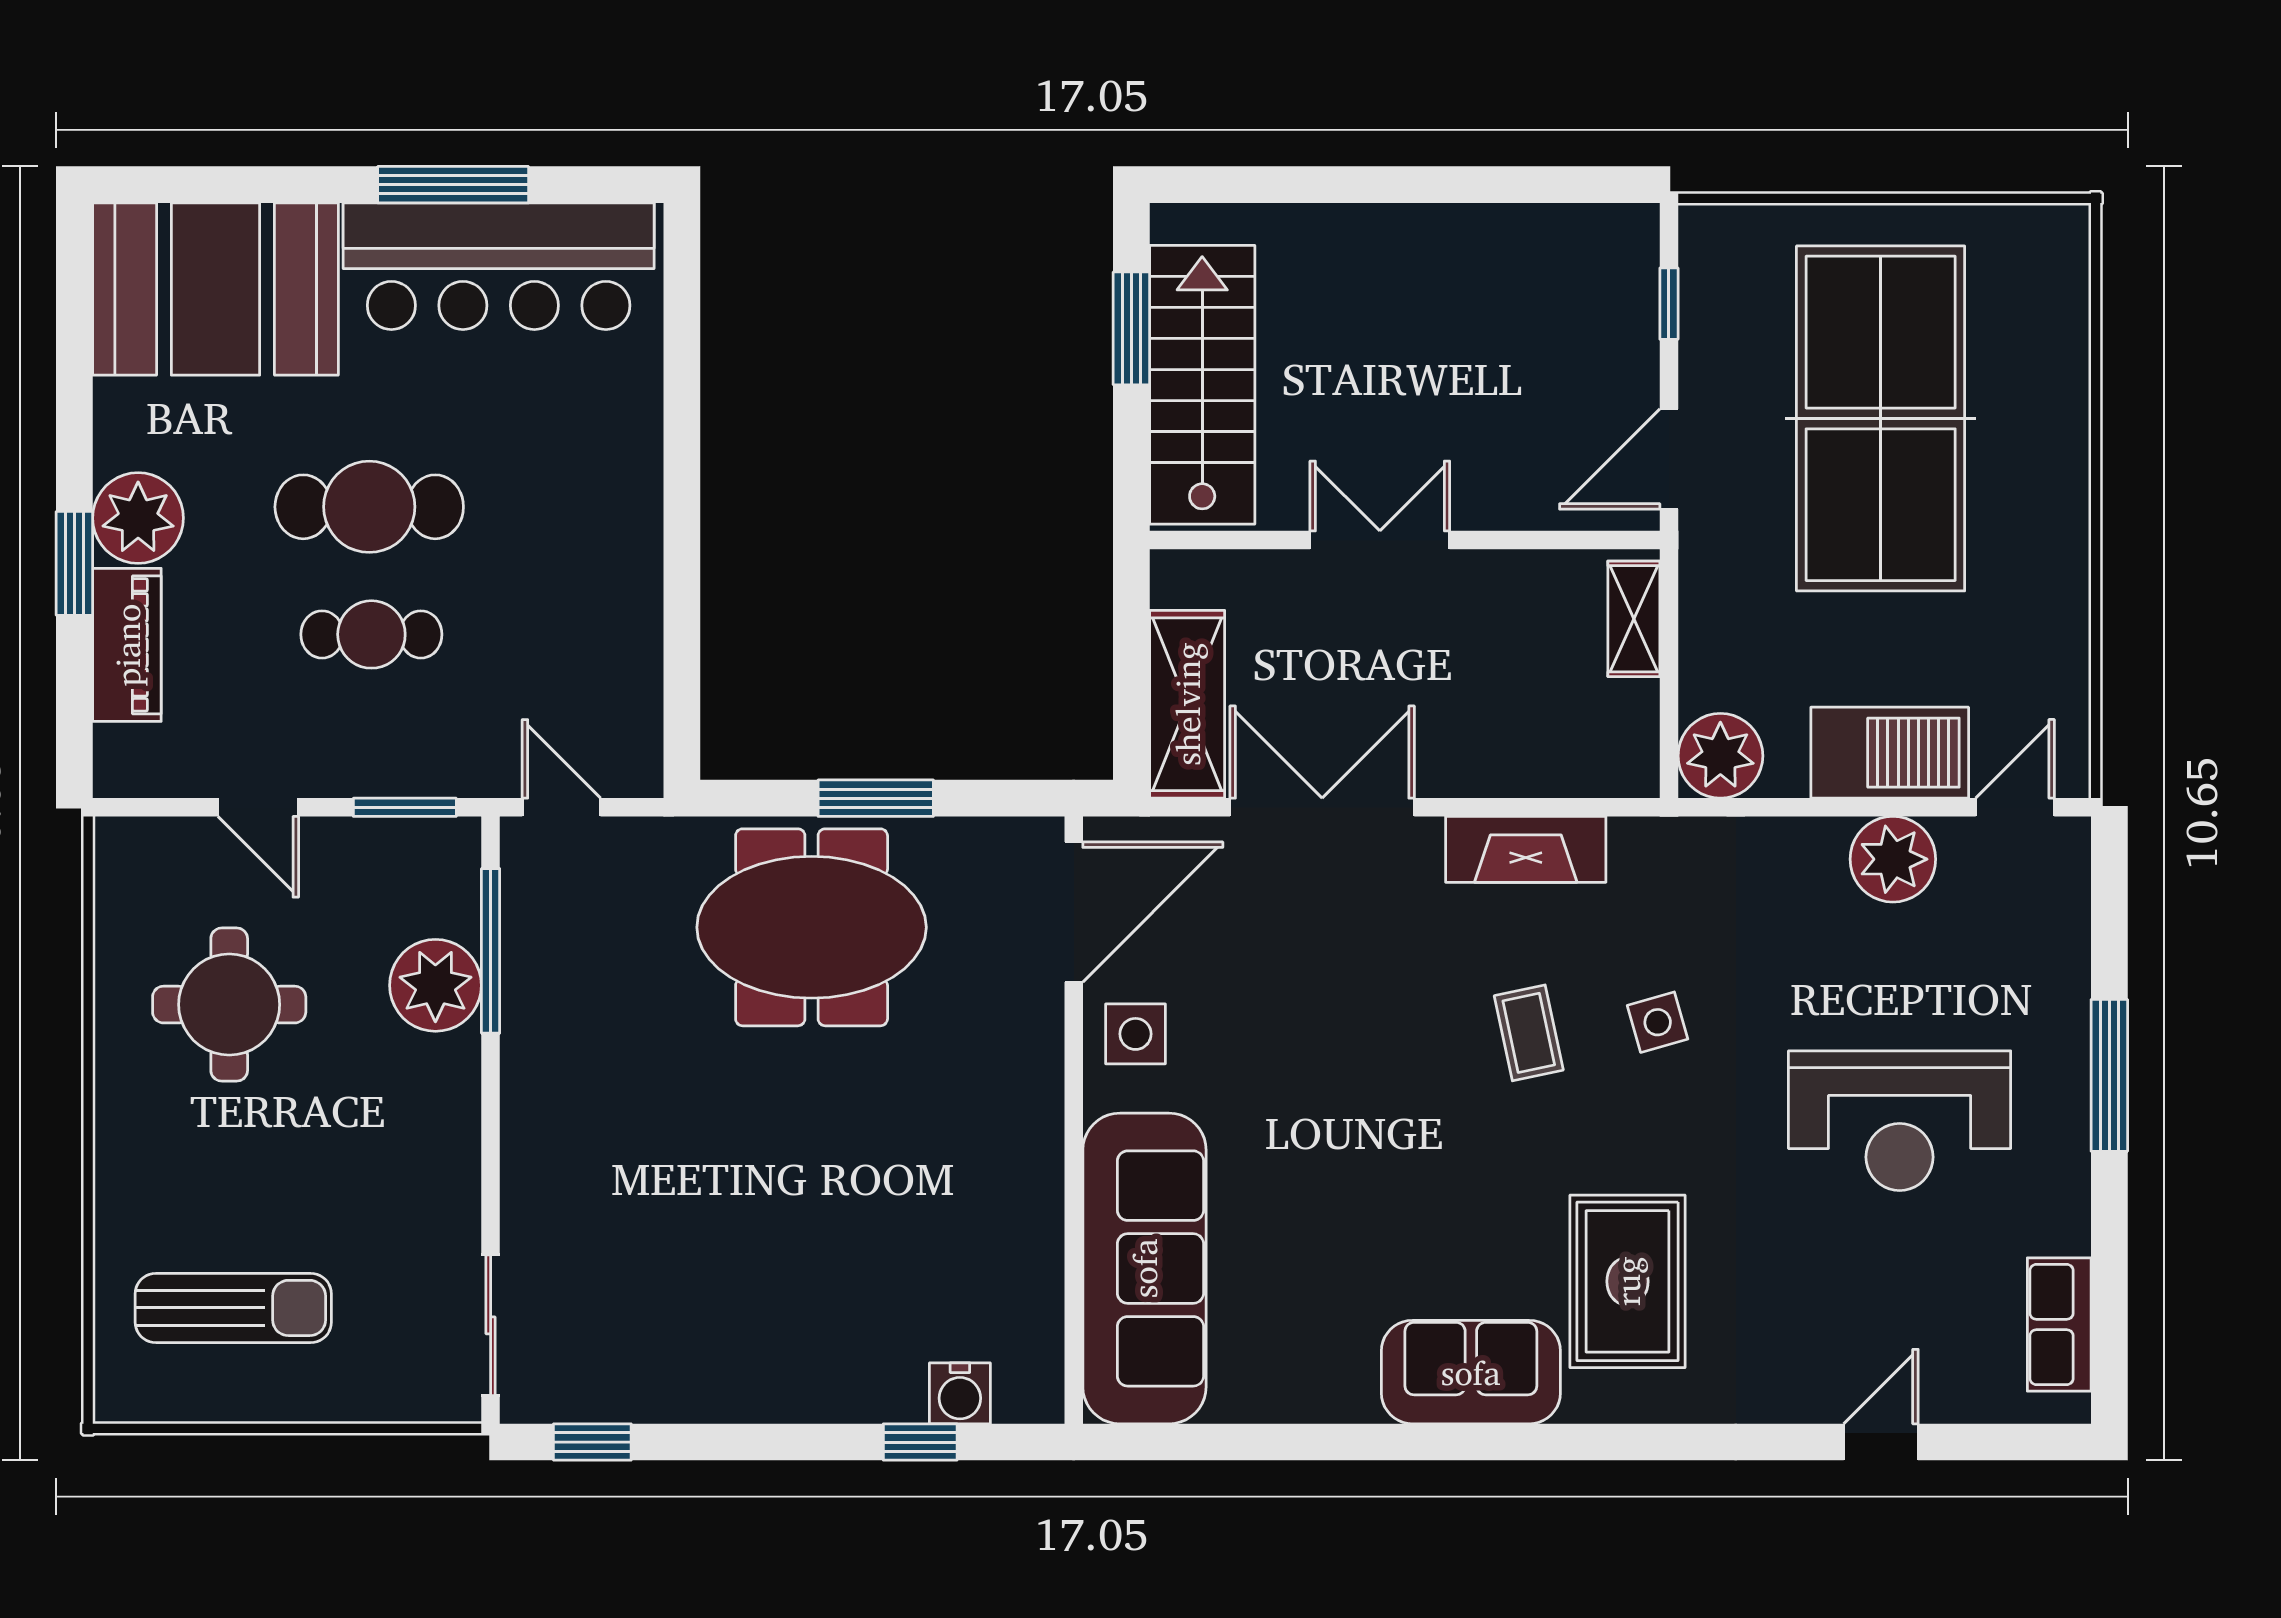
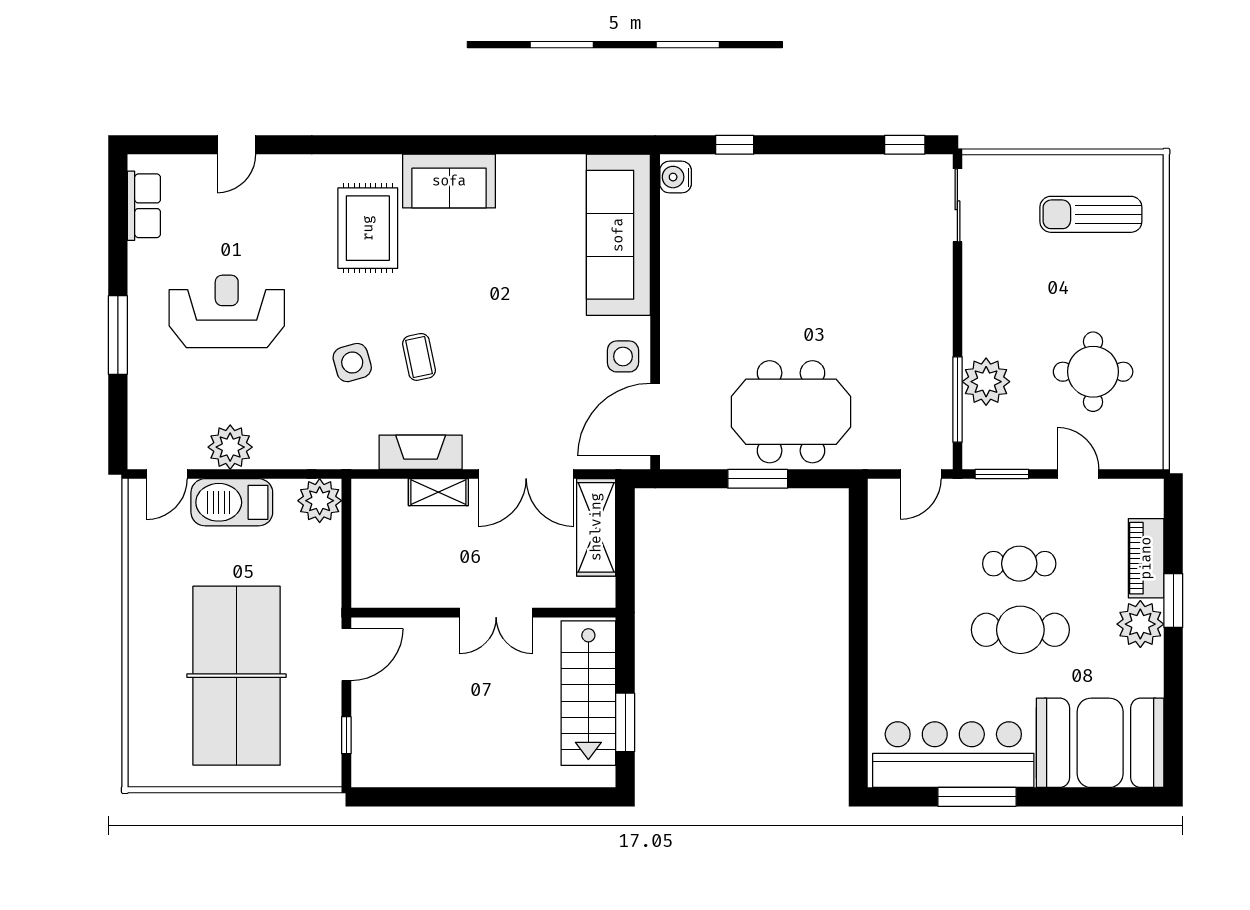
shelving: (1634, 619) -> (438, 492), moved, turned 90
door: (561, 807) -> (921, 474), hinge flipped
side table: (1658, 1022) -> (352, 363), width x1.37, depth x1.37
water cooler: (960, 1393) -> (676, 177), moved, turned -90

